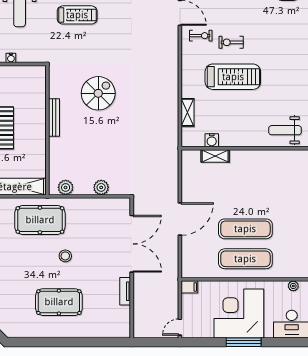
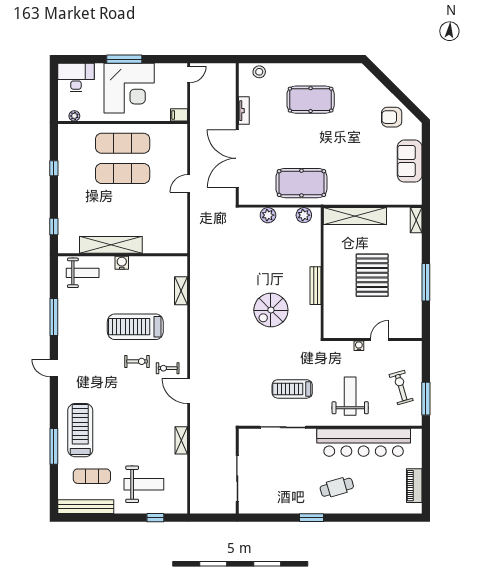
water cooler: (212, 140) -> (122, 263), moved
shelving: (215, 156) -> (111, 245), moved, width x2.20, depth x1.33
door: (180, 219) -> (189, 183), width x0.53
pool table: (40, 220) -> (301, 183), moved
stool: (65, 256) -> (259, 72), moved

